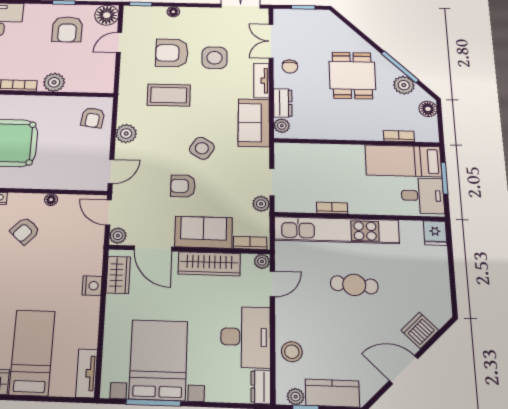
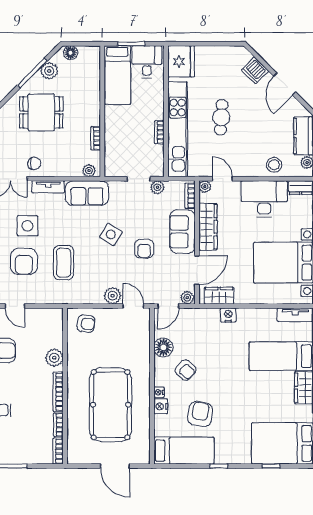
dresser: (283, 103) -> (68, 170), removed
plant: (126, 134) -> (113, 296), moved
bookcase: (399, 136) -> (96, 138), moved
floor lamp: (51, 200) -> (163, 347), width x1.89, depth x1.89
fridge: (435, 233) -> (181, 61), width x1.88, depth x1.34

